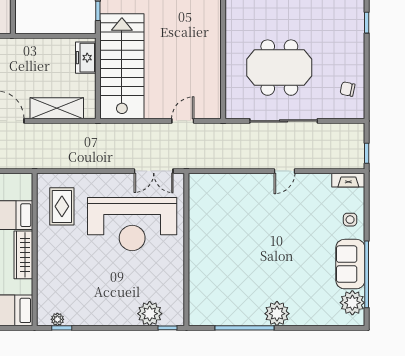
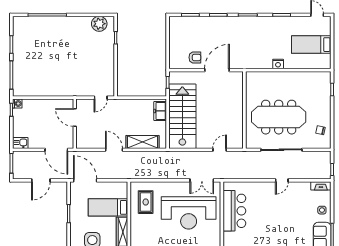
meeting table: (279, 68) -> (279, 117), width x1.36
bar counter: (207, 221) -> (234, 211), added

